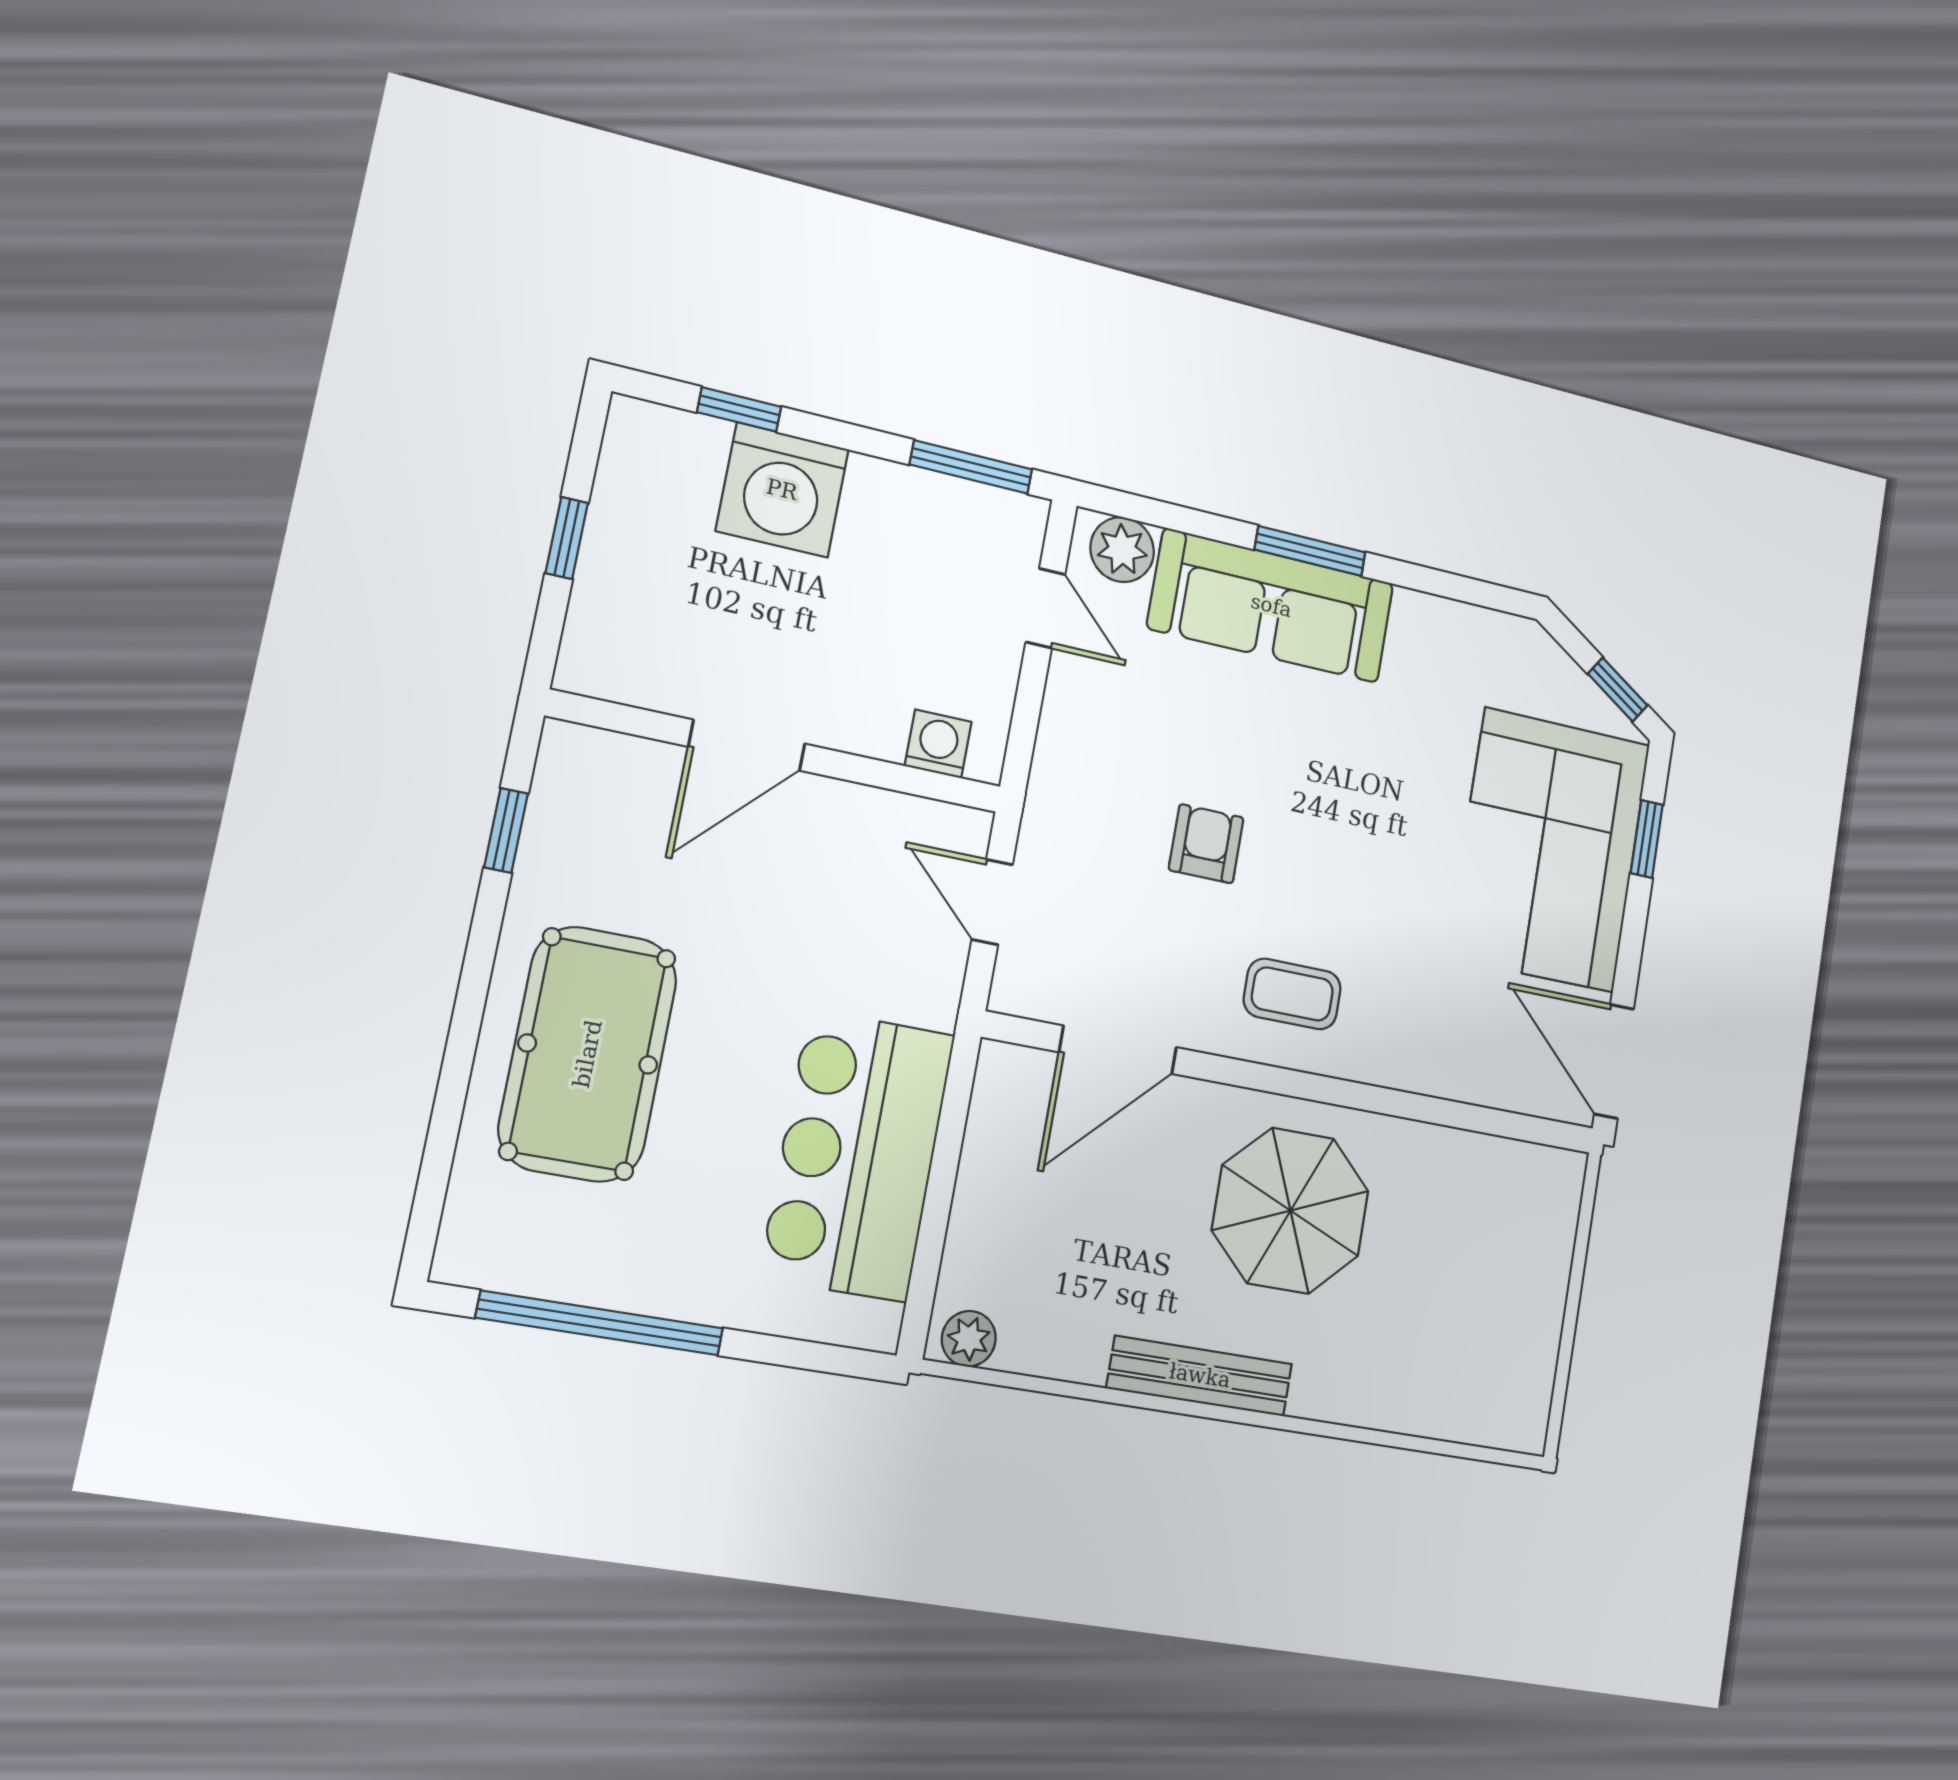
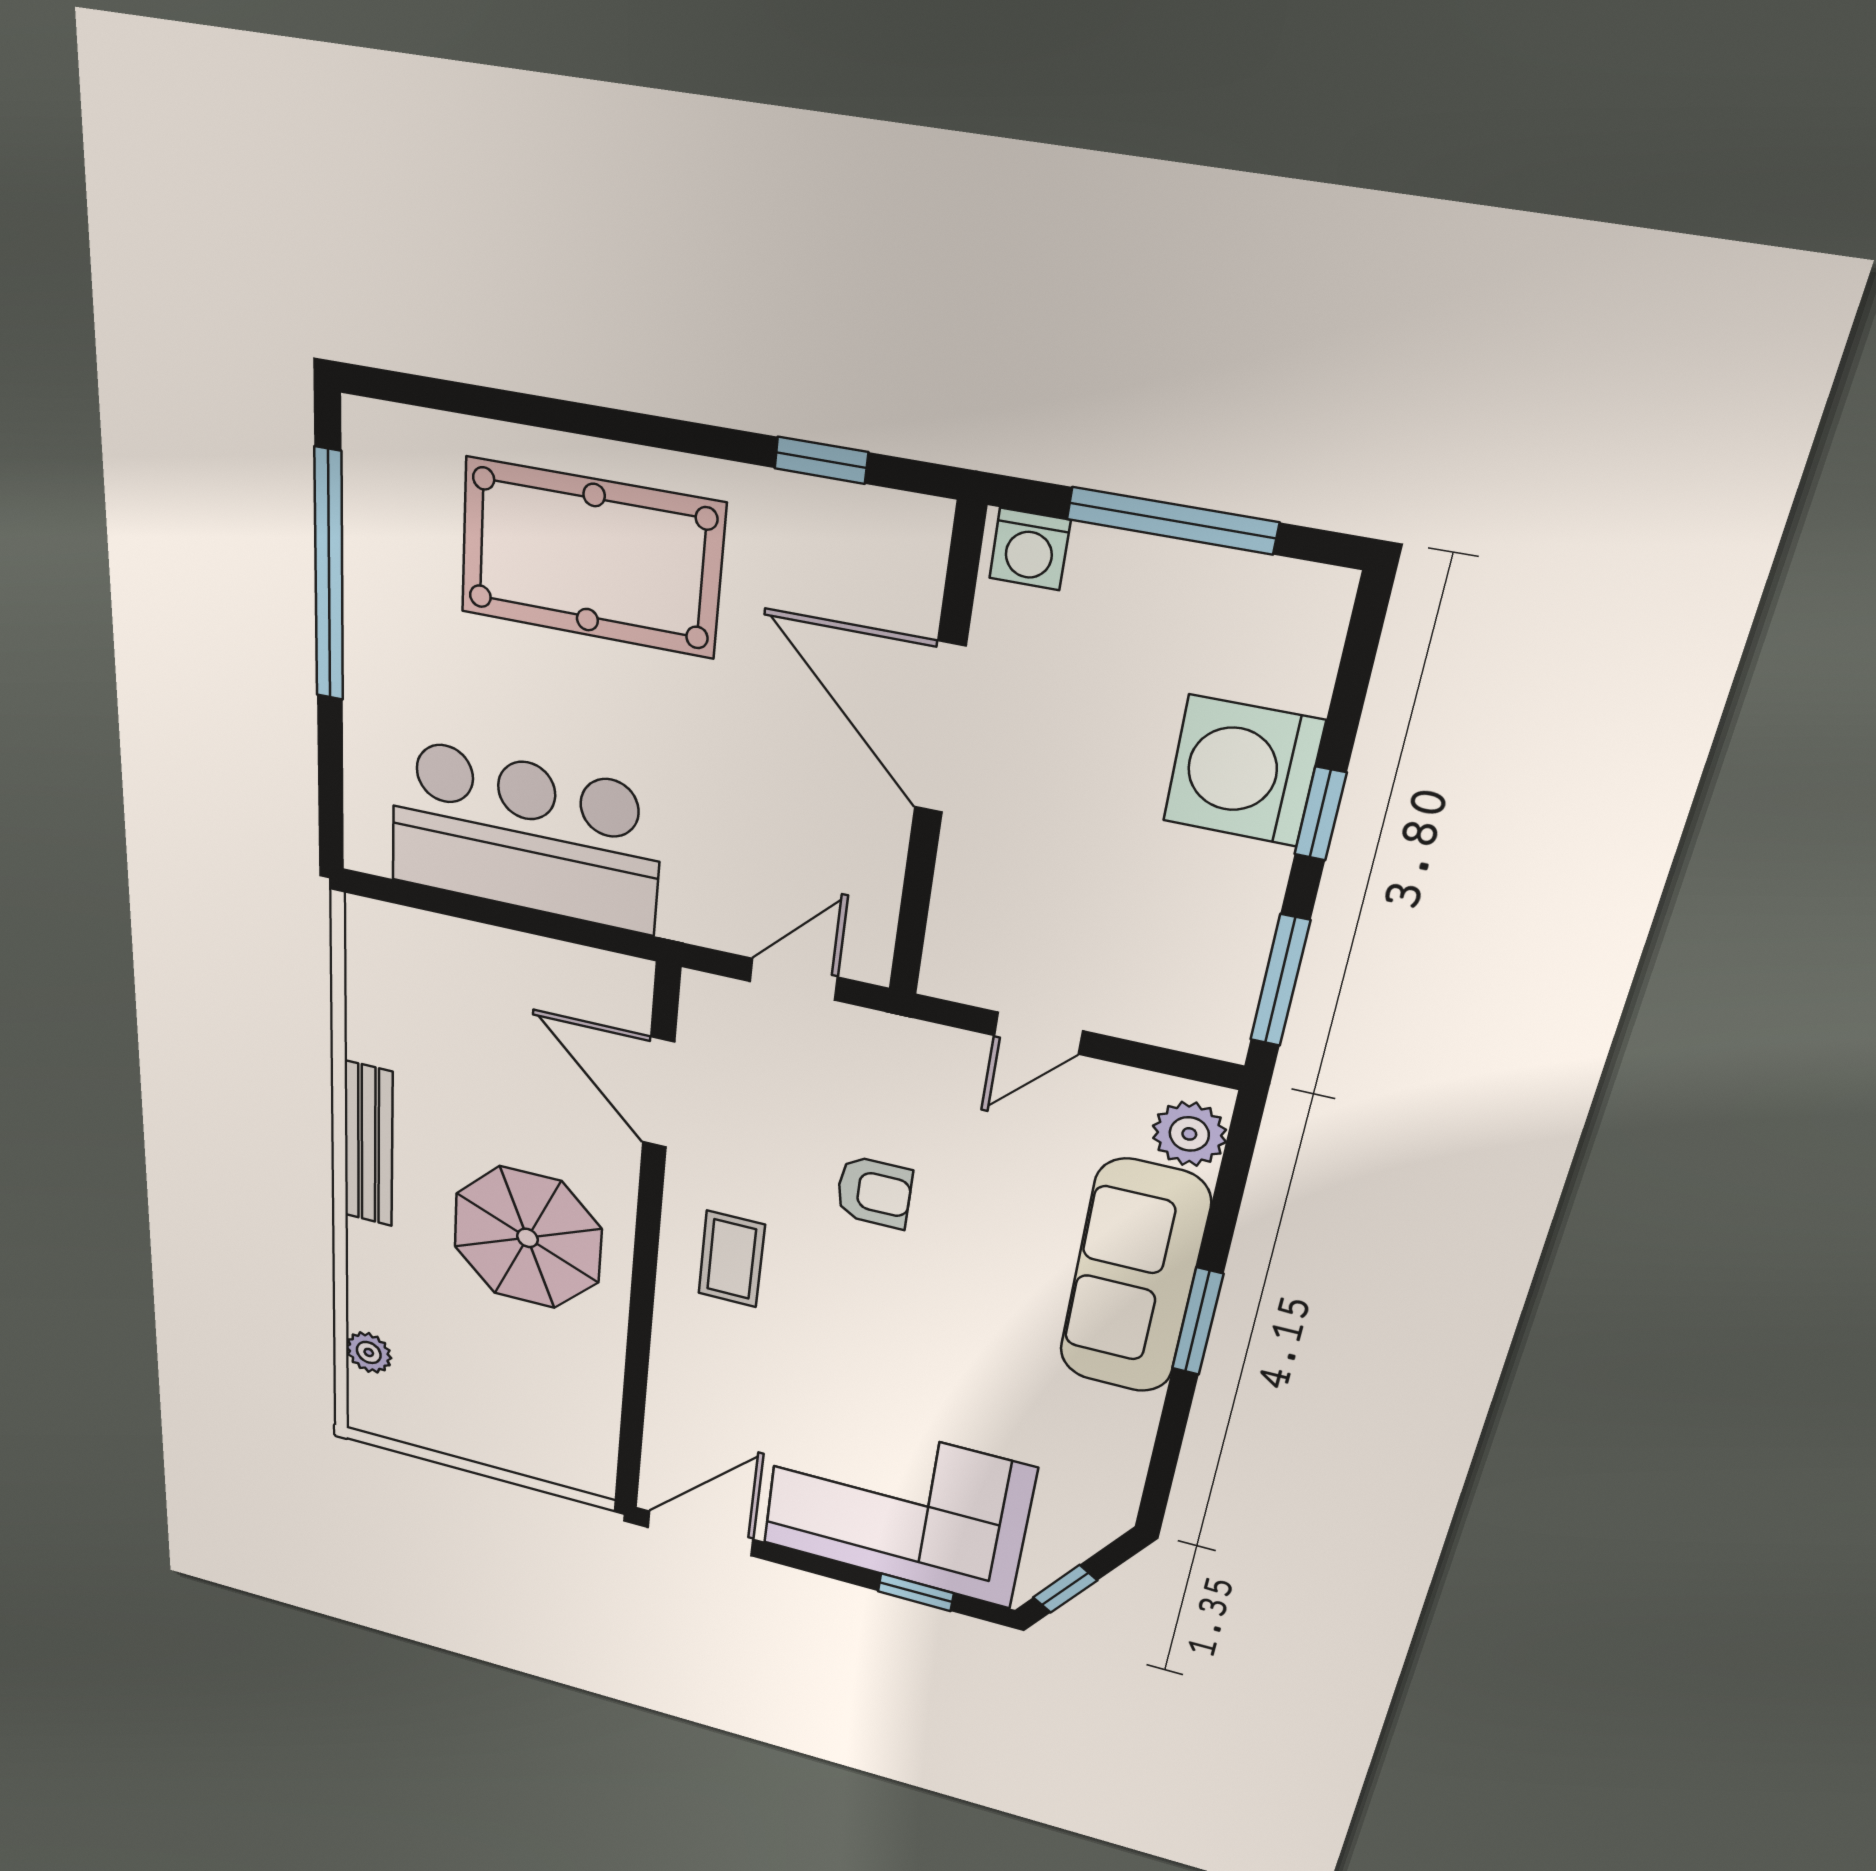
window: (739, 409) -> (1320, 814), moved
window: (567, 538) -> (1172, 521), width x2.17
door: (1045, 608) -> (1038, 1033), moved
washing machine: (938, 744) -> (1030, 549), moved, turned 90
door: (747, 745) -> (940, 728), width x1.36
plant: (969, 1339) -> (369, 1352), moved

